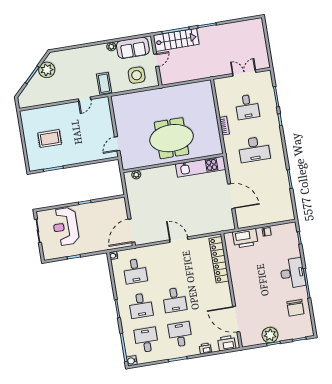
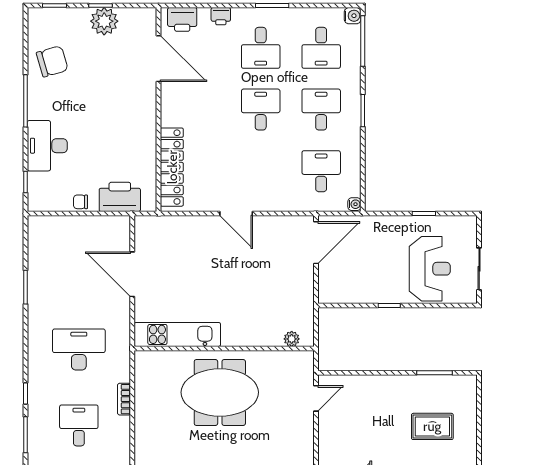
desk: (293, 273) -> (47, 146), moved
chair: (295, 308) -> (52, 61), turned 74

